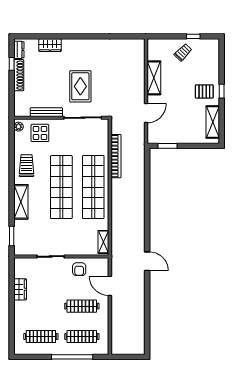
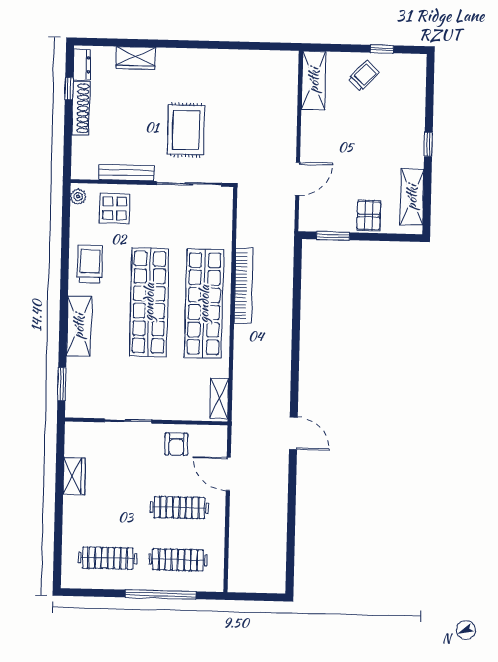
shelving: (154, 78) -> (314, 80), moved
pallet: (204, 91) -> (369, 215), moved, turned 90
bookcase: (116, 156) -> (243, 286), moved

